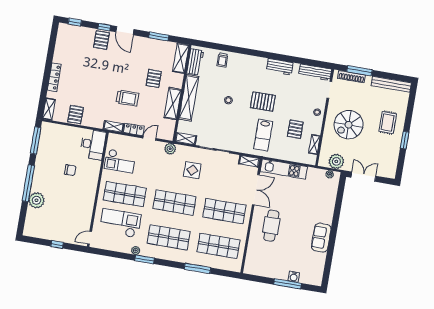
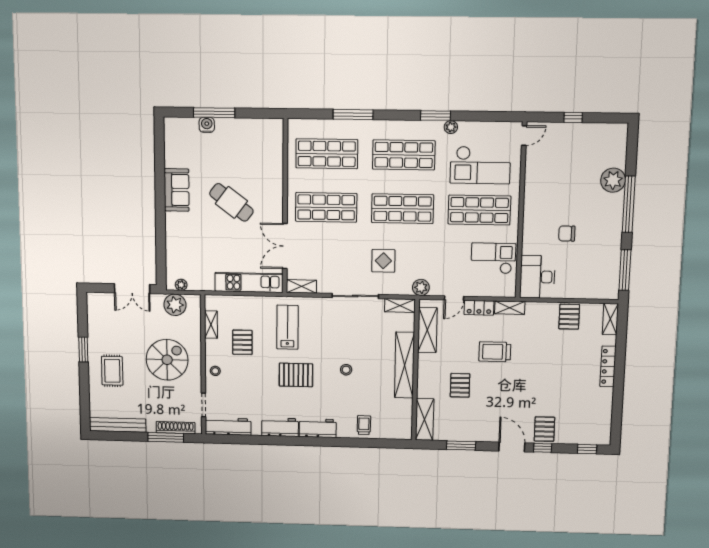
workbench: (195, 62) -> (318, 428), moved, turned 90
shelving: (173, 104) -> (427, 330), moved
cafe table: (271, 226) -> (231, 202), moved, turned -53

